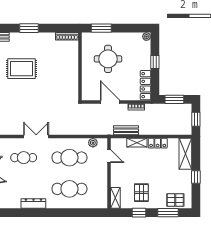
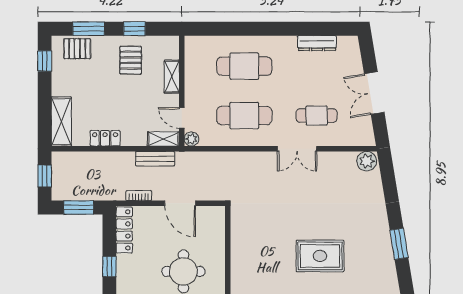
plant: (93, 143) -> (192, 139), moved
shelving: (137, 143) -> (163, 139), moved
window: (196, 177) -> (45, 61), moved
shelving: (115, 198) -> (172, 77), moved
dresser: (33, 204) -> (317, 43), moved

